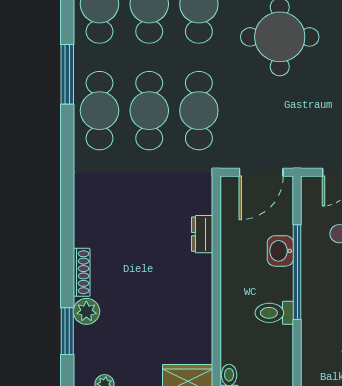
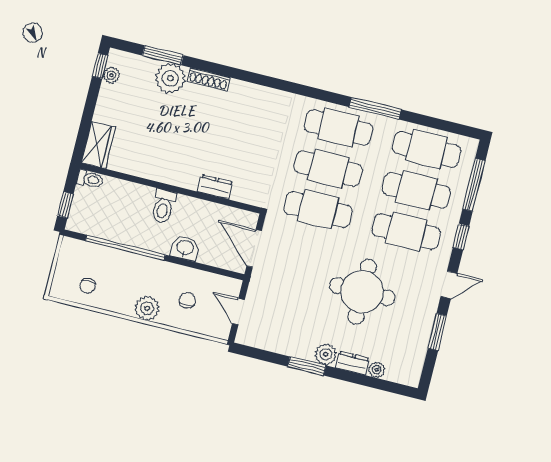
window: (297, 272) -> (125, 248), moved
plant: (86, 311) -> (170, 78), width x1.36, depth x1.36
toilet: (274, 313) -> (163, 206), moved, turned 180

